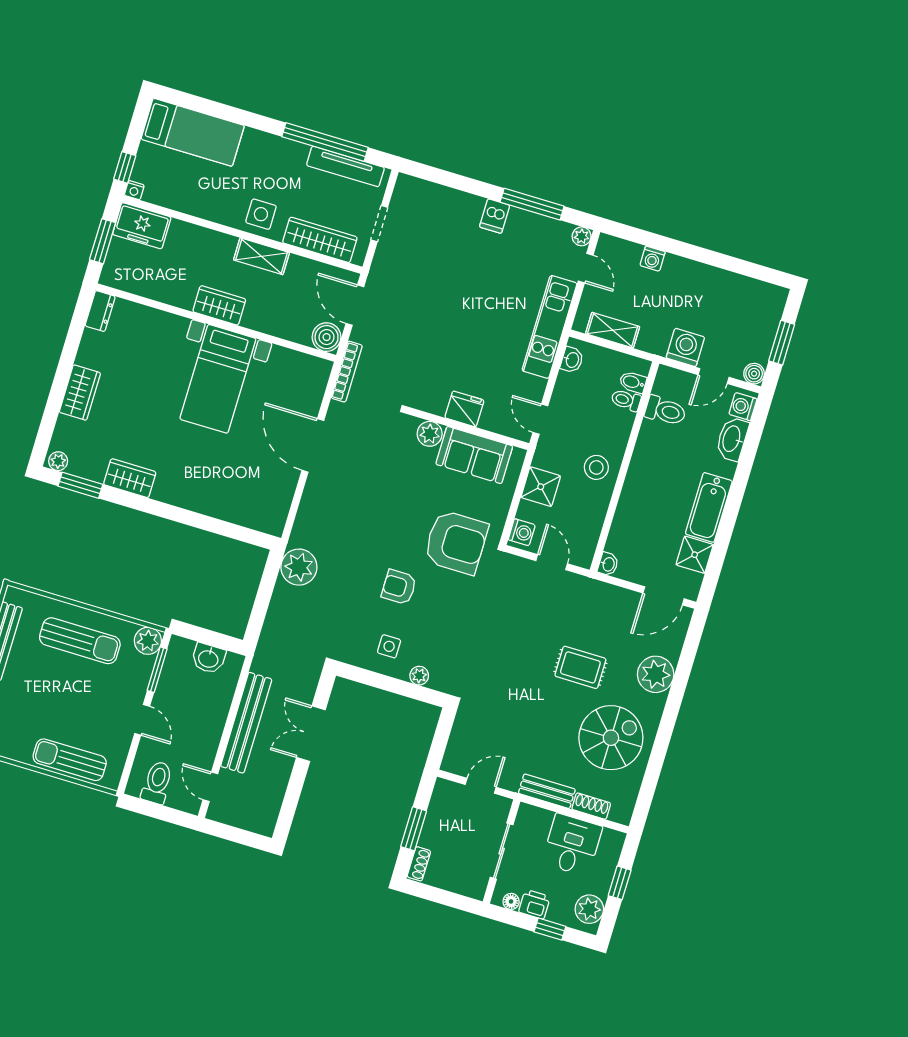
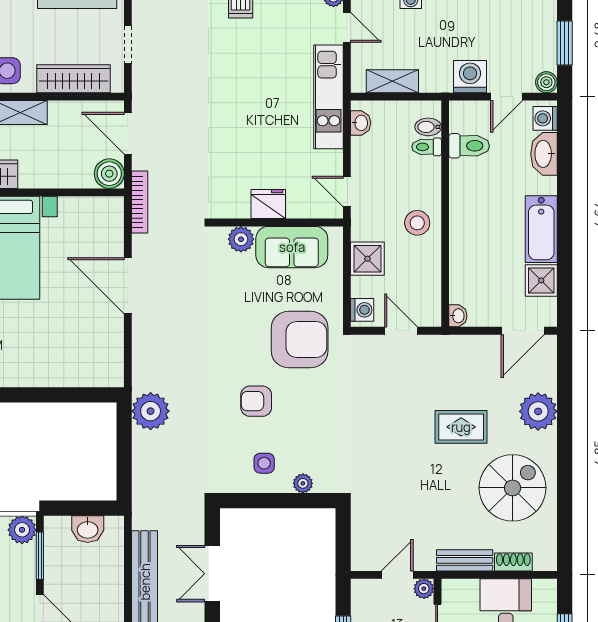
plant: (501, 806) -> (424, 589), added

